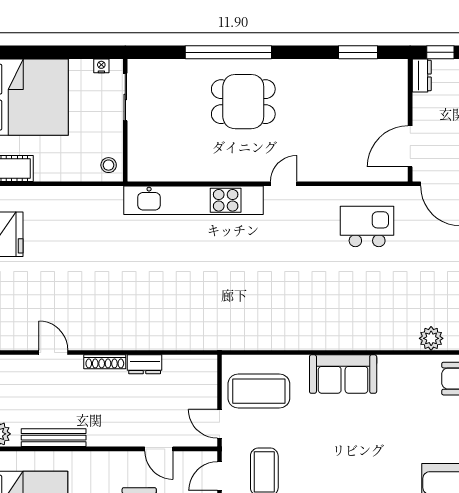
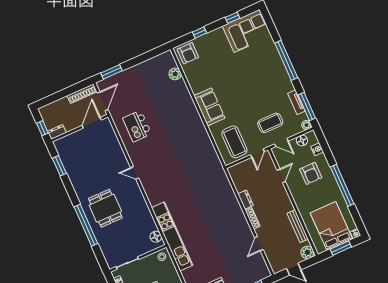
door: (410, 146) -> (92, 123), swing flipped
floor lamp: (150, 170) -> (156, 237), added
kitchen unit: (194, 200) -> (172, 236), moved

